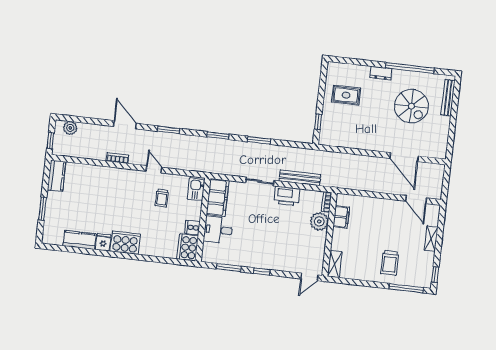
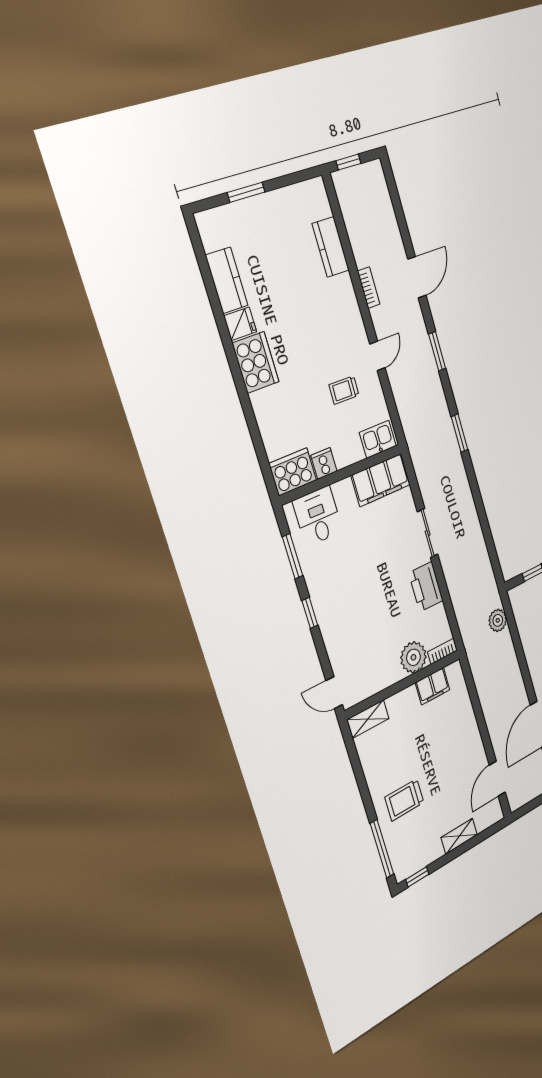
plant: (70, 128) -> (498, 620), moved
window: (259, 140) -> (478, 500), removed
kitchen counter: (57, 176) -> (331, 247), moved, turned 90
bench: (300, 178) -> (456, 591), removed
desk: (218, 230) -> (318, 516), moved

